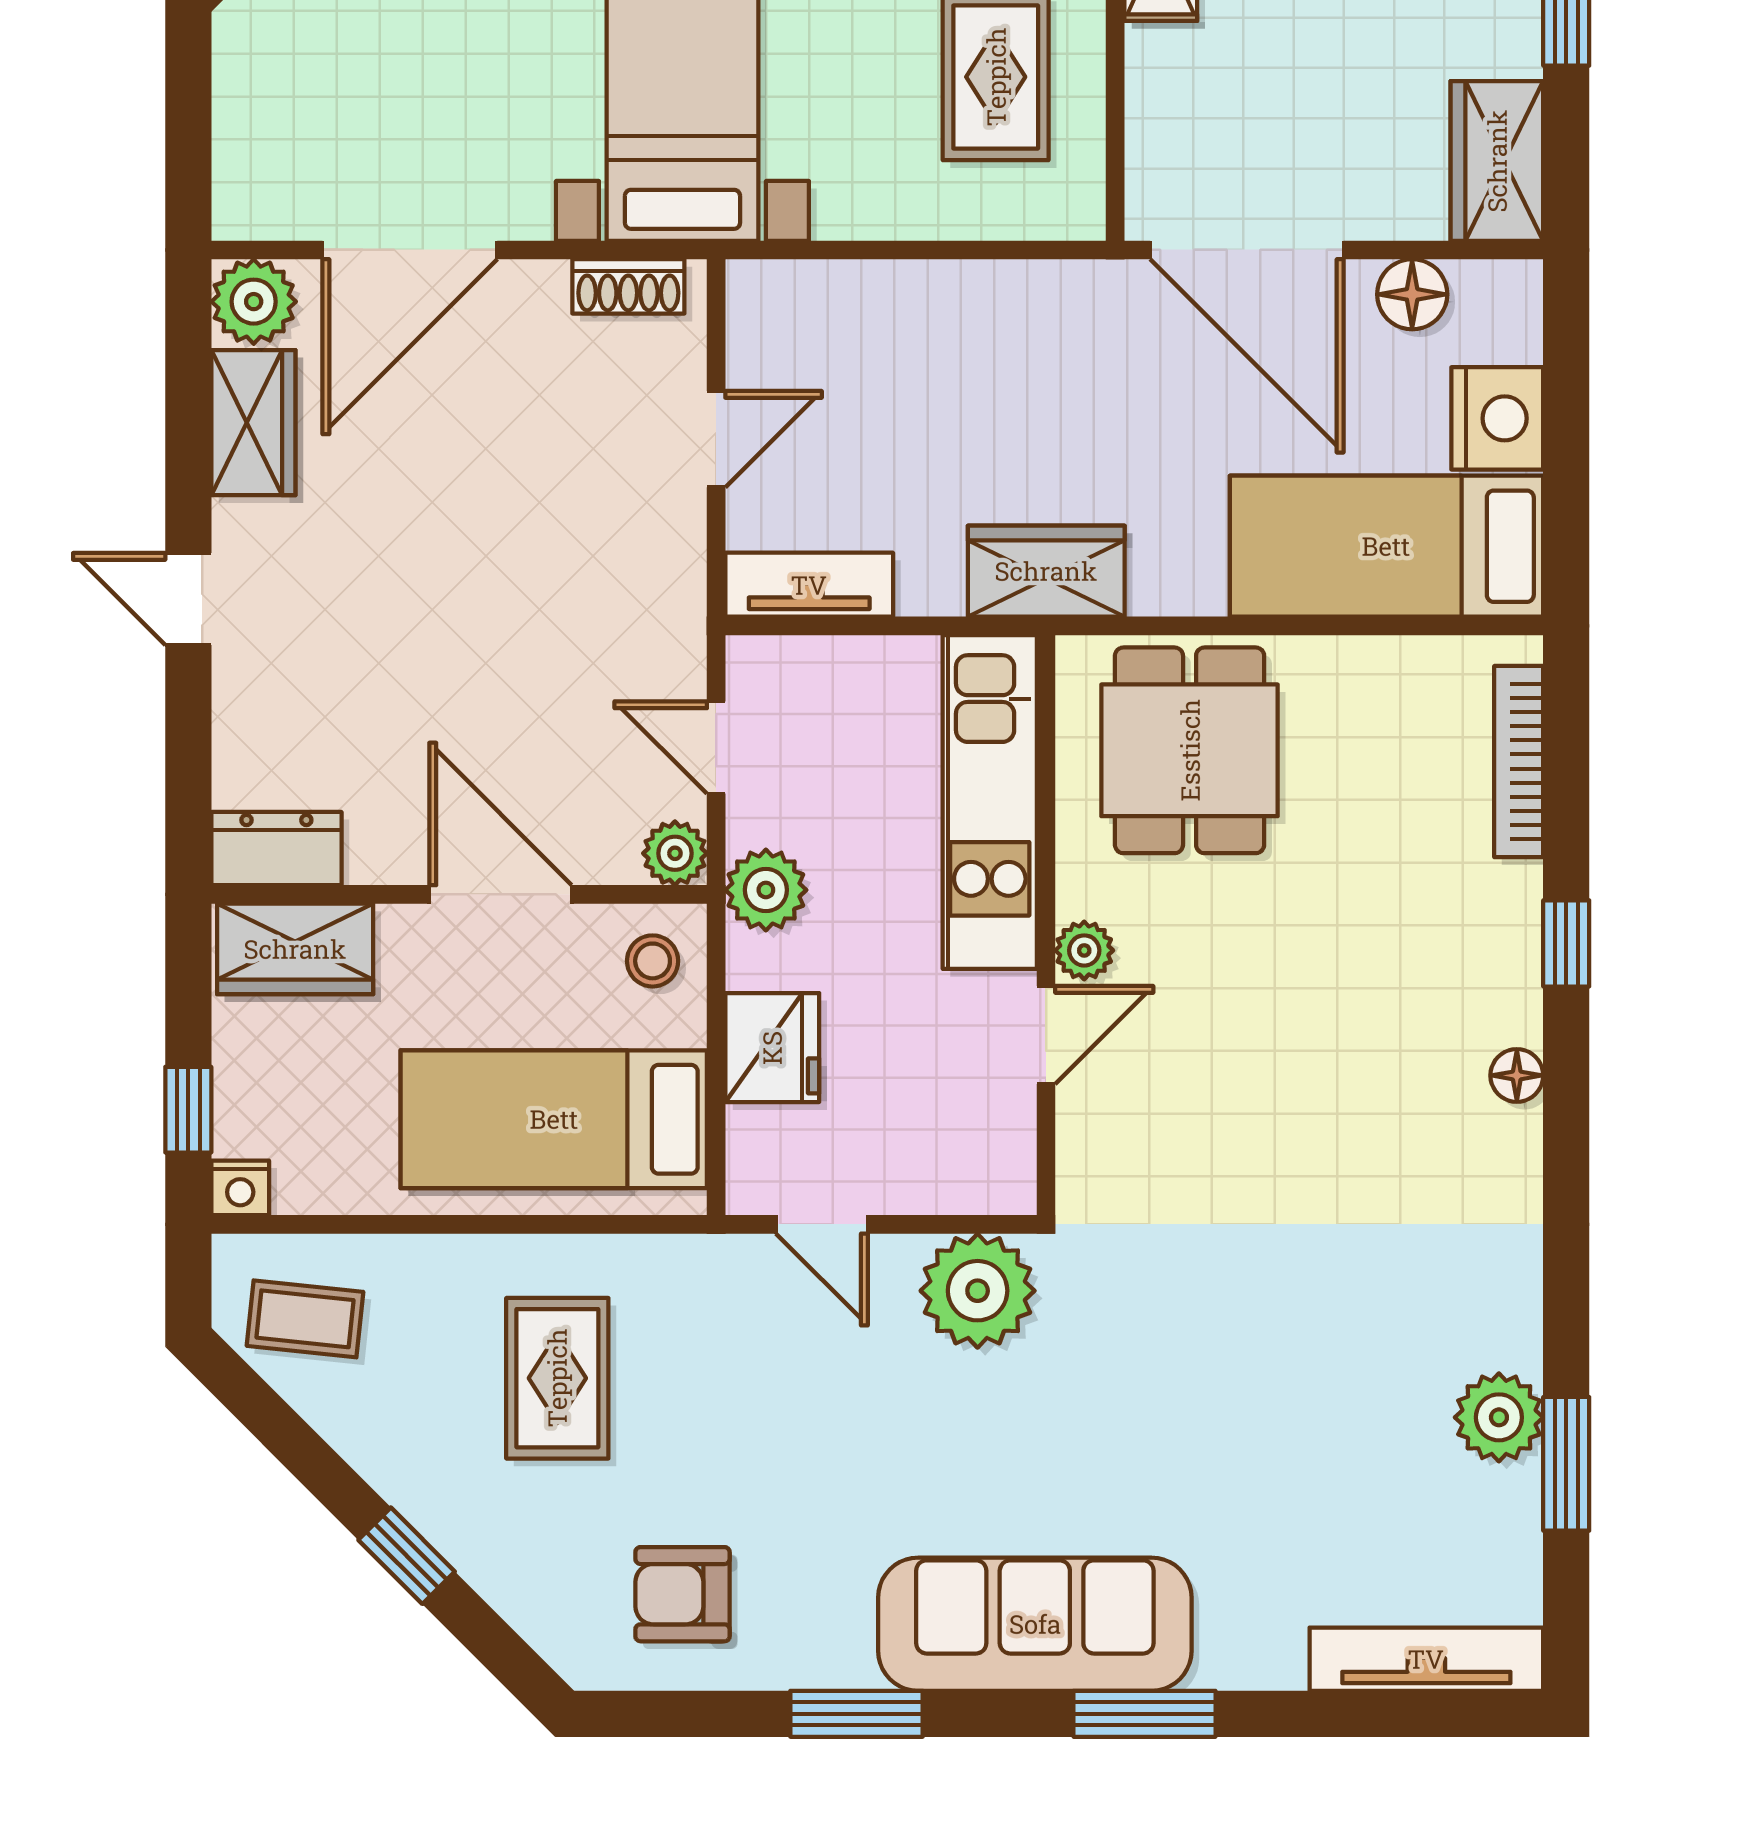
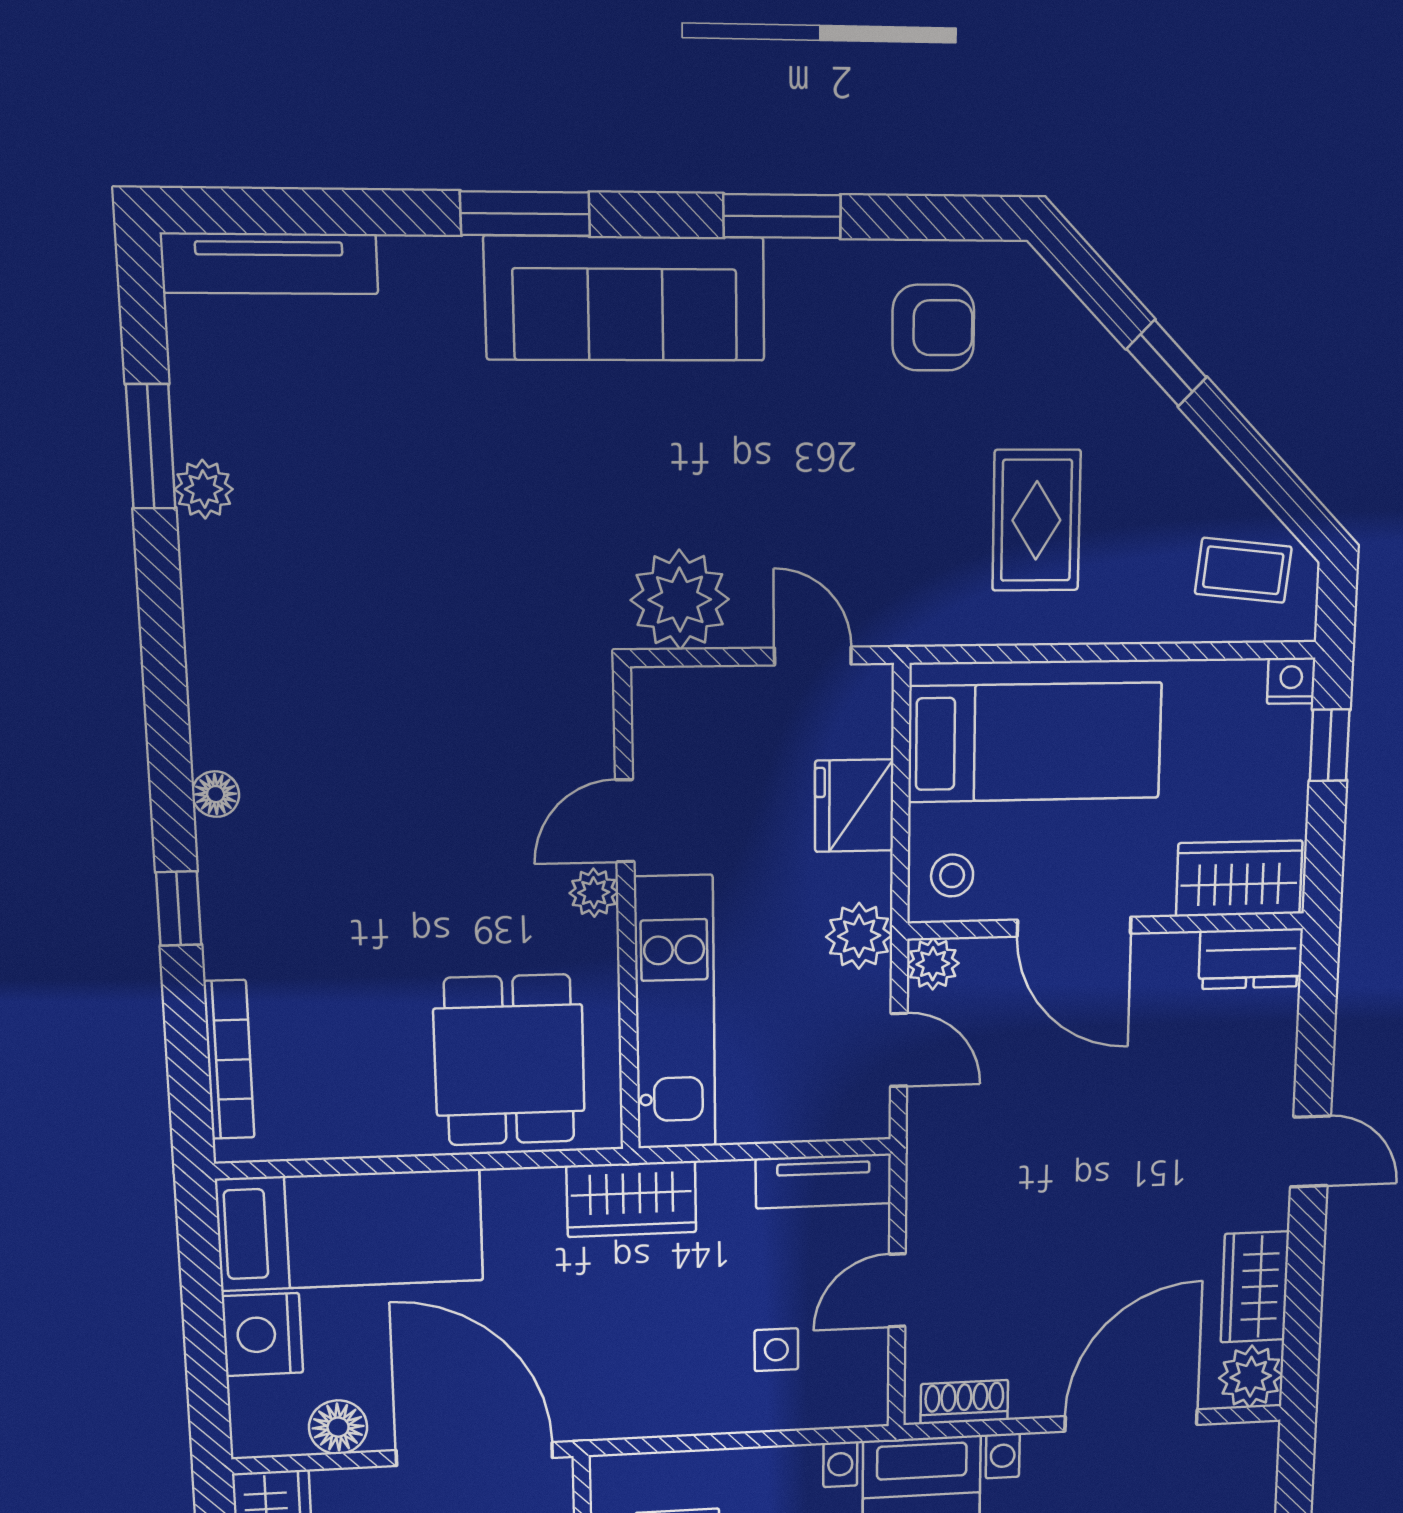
side table: (869, 368) -> (776, 1350), added
plant: (1499, 1417) -> (204, 489), width x0.73, depth x0.73

